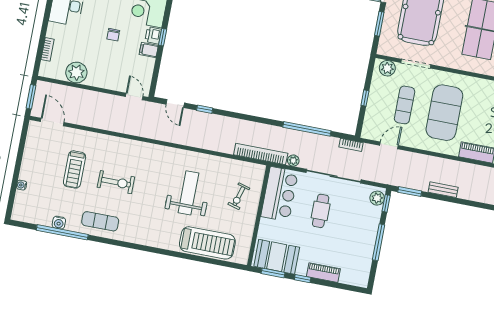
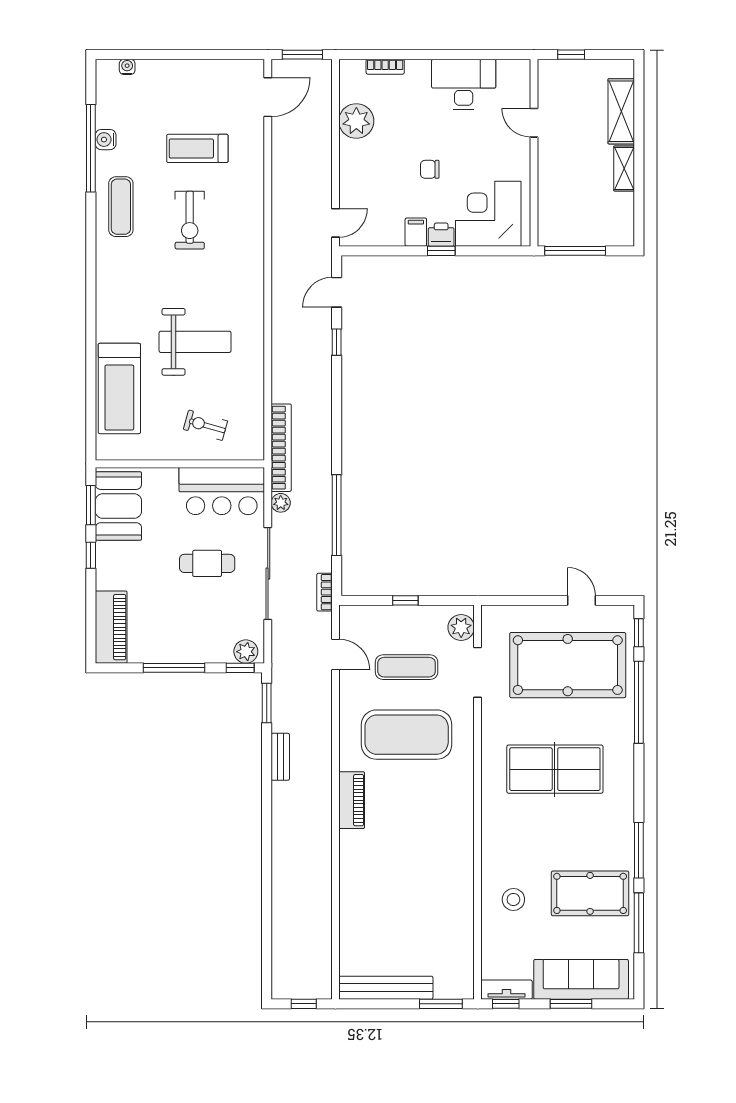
window: (379, 24) -> (531, 600), removed
water cooler: (22, 185) -> (127, 67), moved
piano: (323, 273) -> (111, 627), moved, width x1.37, depth x1.33

